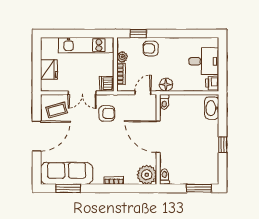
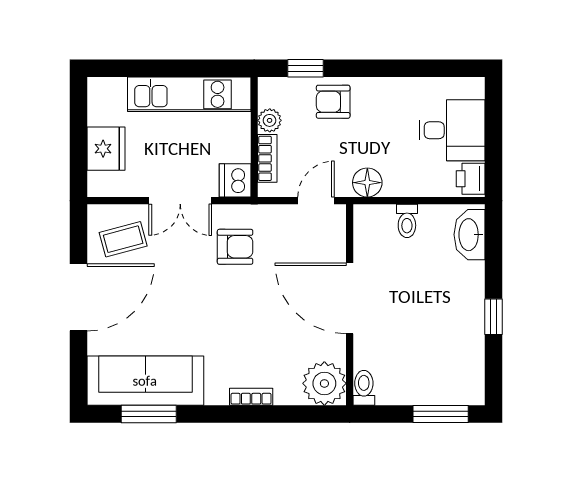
toilet: (164, 102) -> (407, 221), moved

